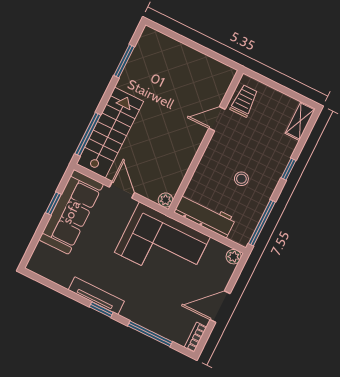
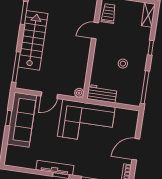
stairs: (110, 133) -> (33, 40), moved
door: (122, 190) -> (49, 95), swing flipped
workbench: (205, 216) -> (102, 94), width x0.73
plant: (234, 257) -> (134, 115), removed

